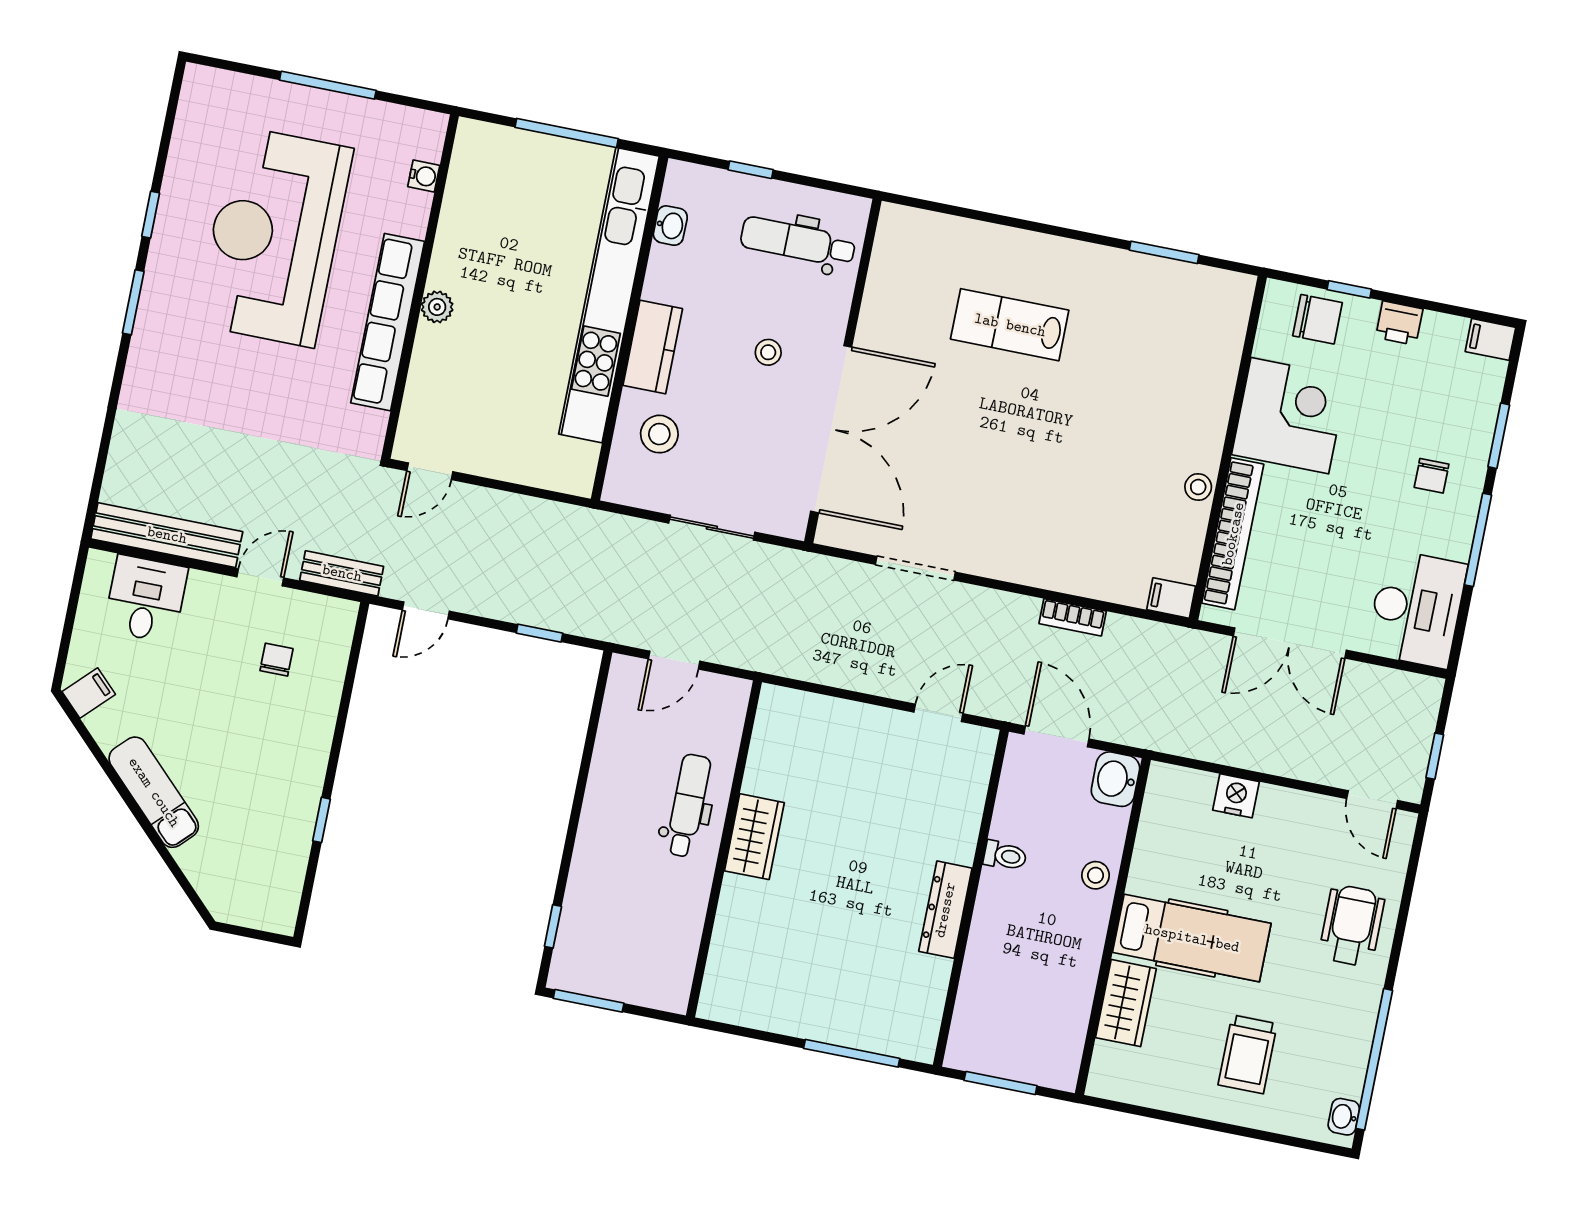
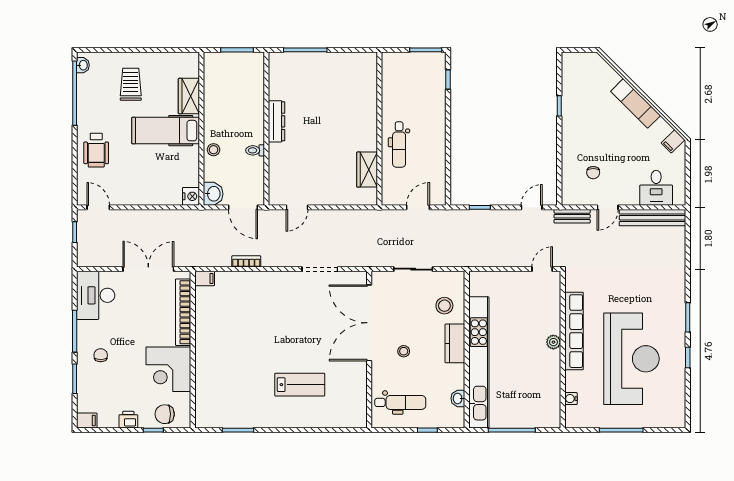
stool: (1198, 487) -> (202, 330), removed
nightstand: (1236, 796) -> (191, 196), moved, turned -90
wardrobe: (754, 837) -> (367, 170), moved

